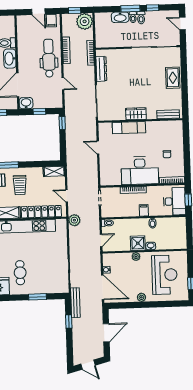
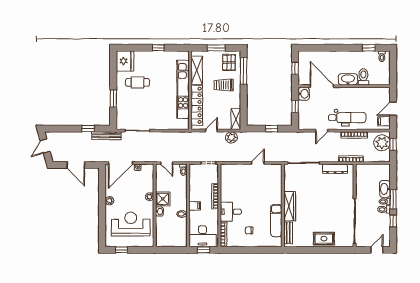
plant: (85, 21) -> (382, 143), moved
wardrobe: (136, 114) -> (290, 206), width x1.50
window: (62, 123) -> (272, 129), moved
exam couch: (129, 128) -> (276, 221), moved
desk: (140, 171) -> (231, 212), width x0.53, depth x0.77
plant: (74, 220) -> (231, 137), moved
reception desk: (164, 275) -> (131, 224), turned 180

